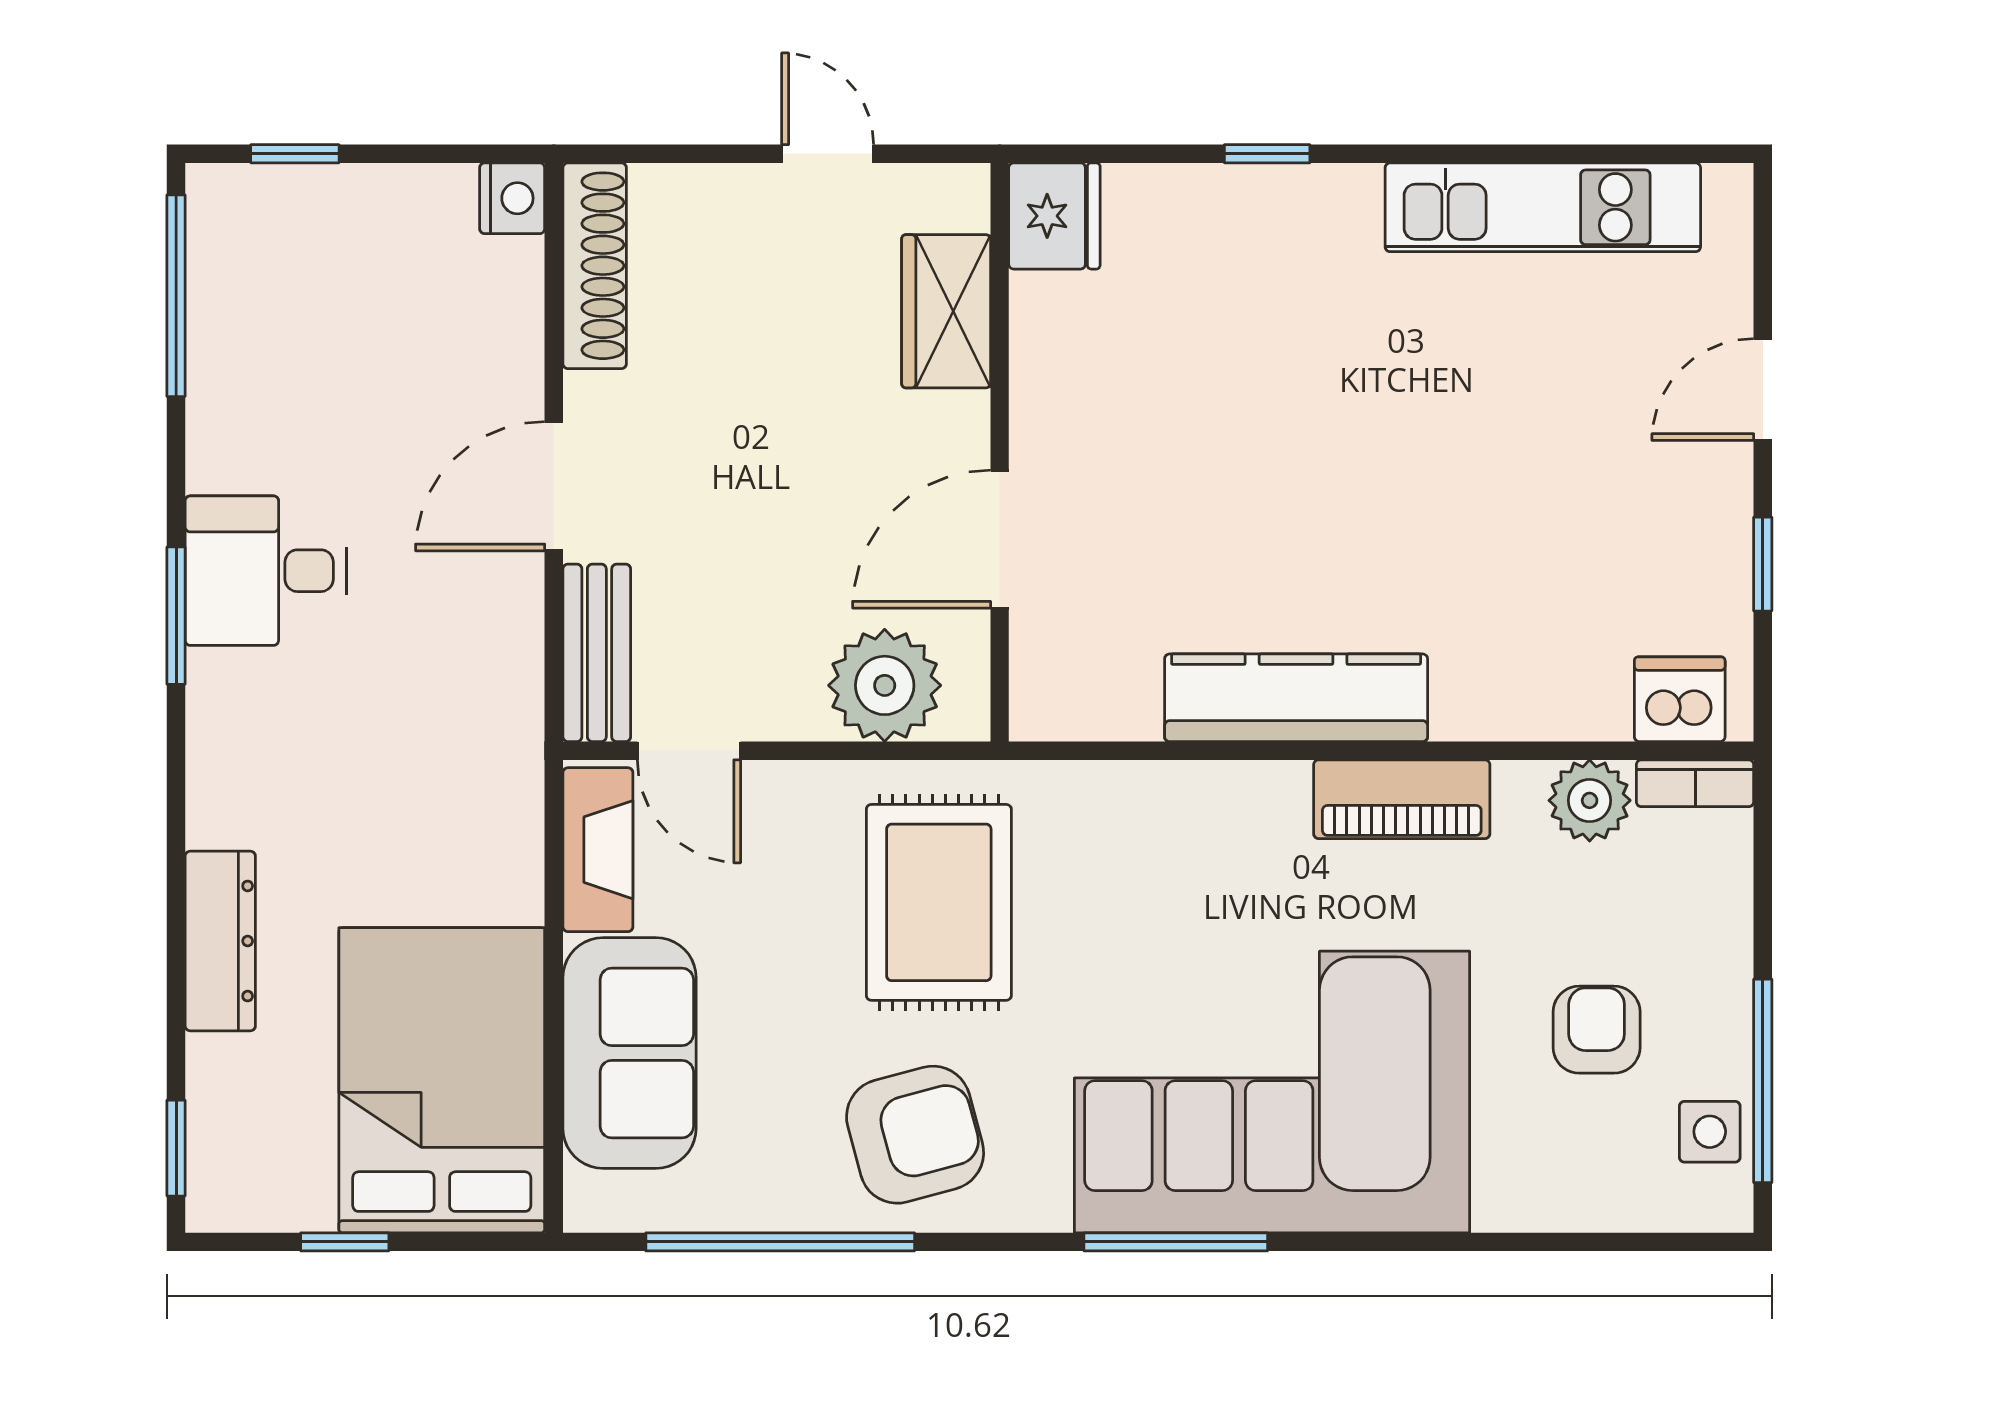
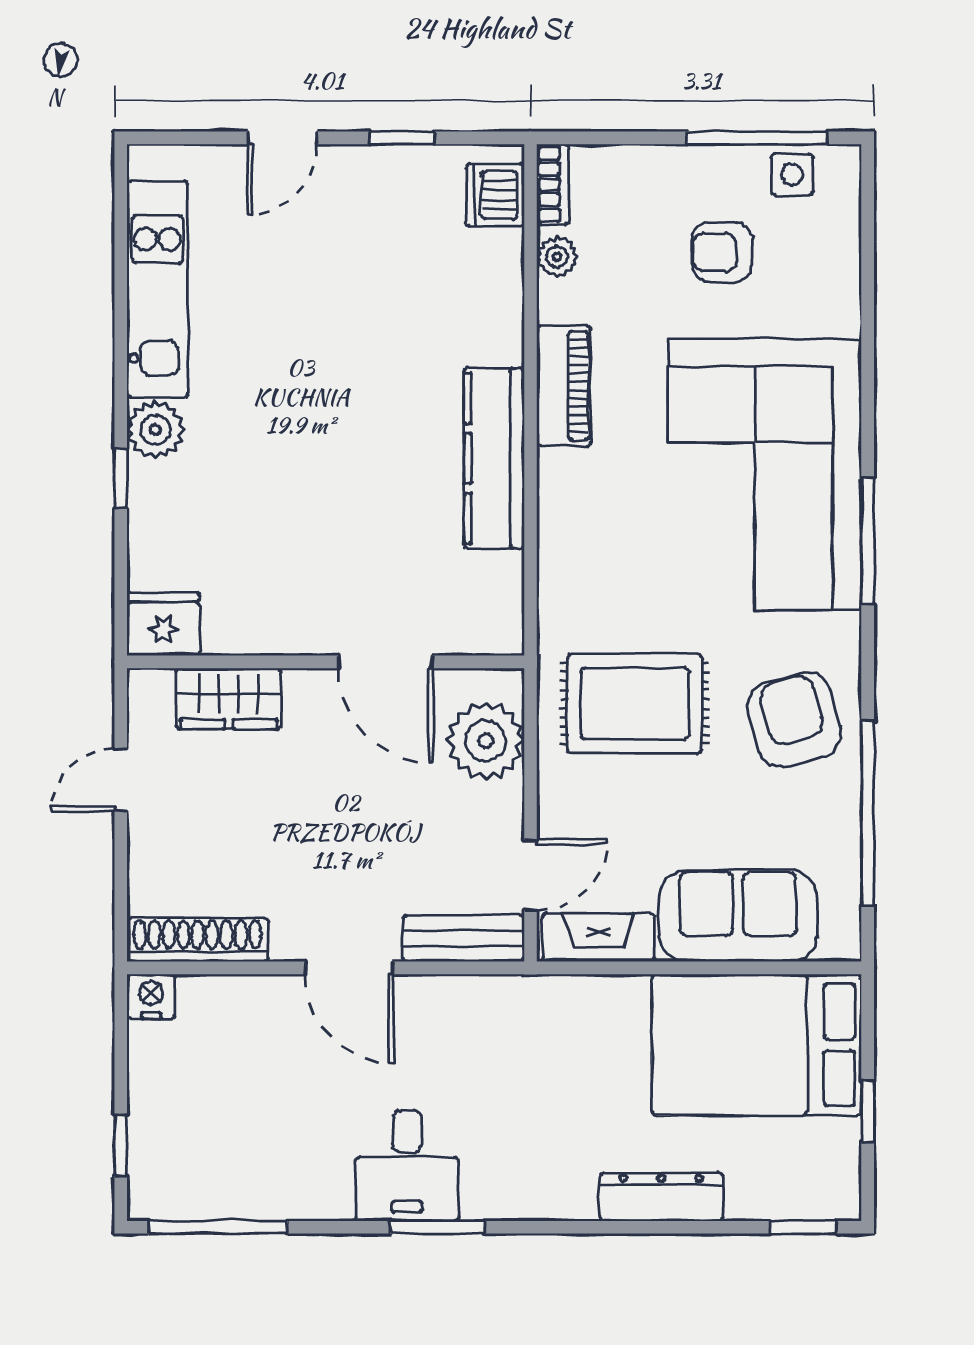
plant: (1338, 204) -> (155, 430), added
door: (1763, 390) -> (283, 138), hinge flipped
plant: (1590, 800) -> (557, 257), width x0.73, depth x0.73

